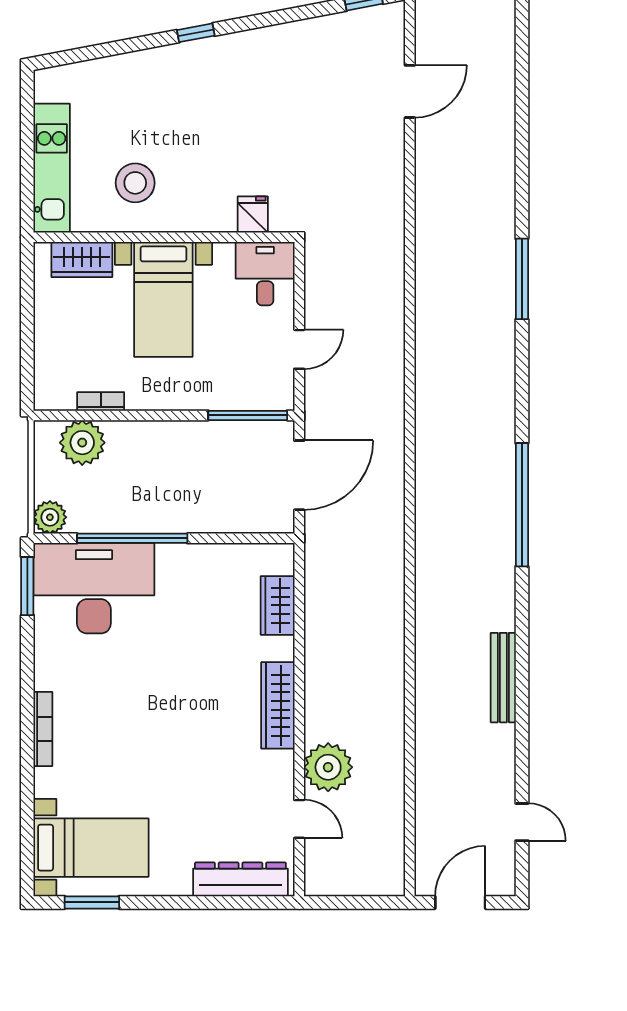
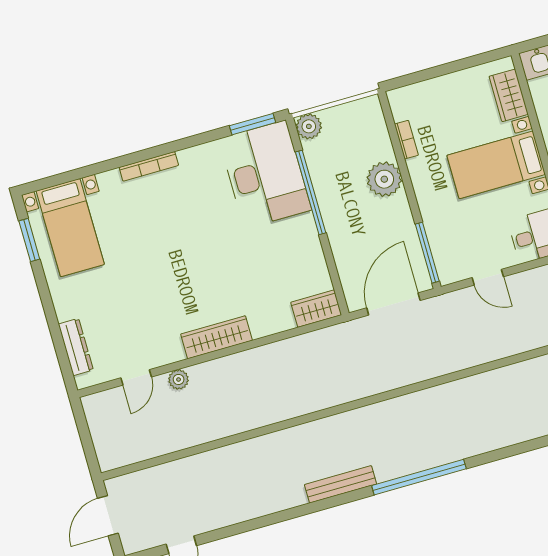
plant: (82, 443) -> (384, 179), moved
door: (299, 475) -> (393, 304), swing flipped
wardrobe: (278, 605) -> (316, 309), moved
bench: (503, 678) -> (341, 484), moved
plant: (328, 767) -> (179, 379), width x0.53, depth x0.53
dresser: (240, 879) -> (76, 347), width x0.73, depth x0.80
door: (460, 902) -> (108, 516), swing flipped

